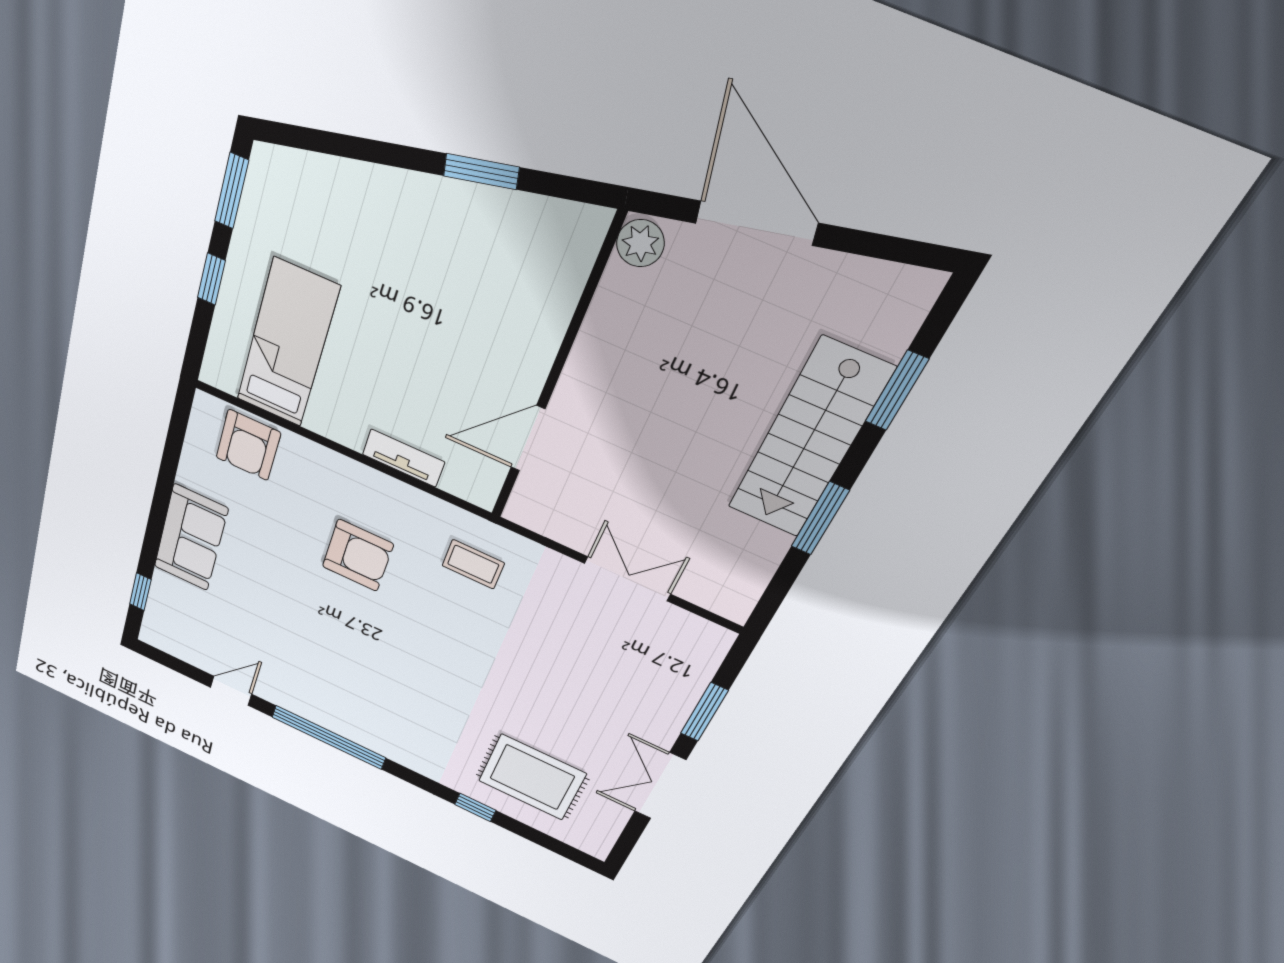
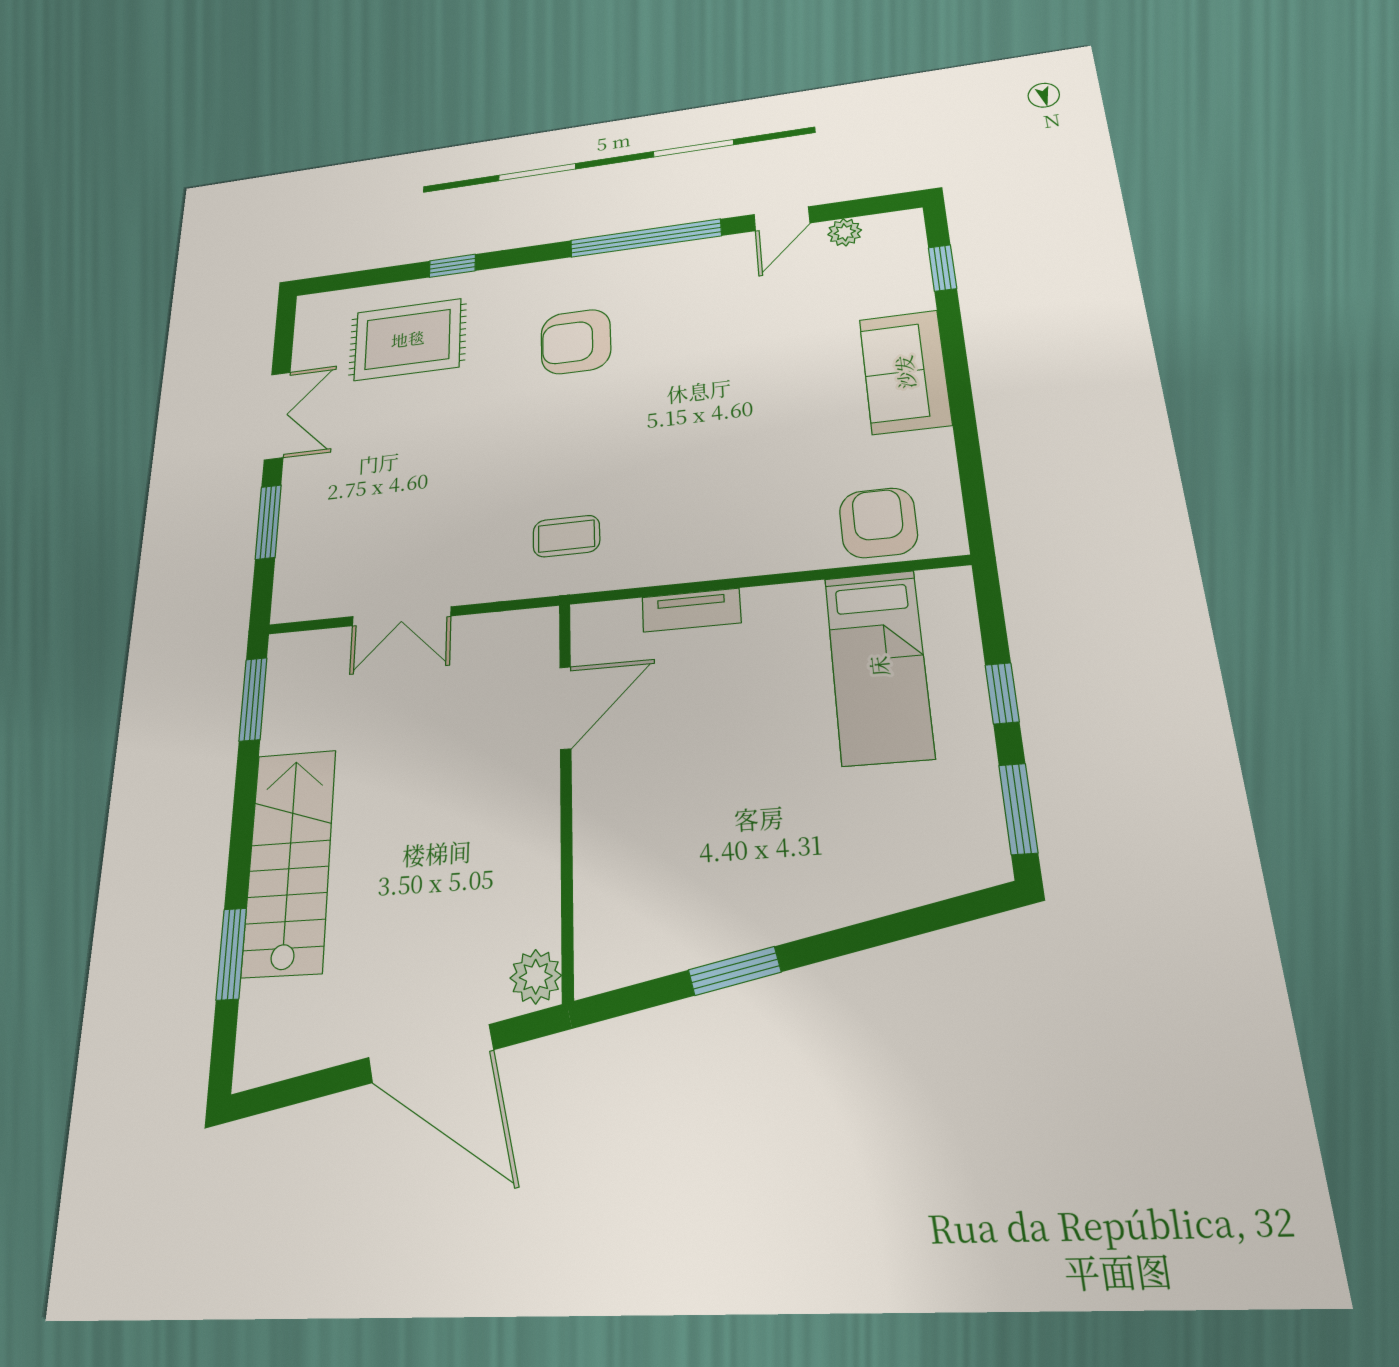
window: (820, 519) -> (253, 699), moved
armchair: (358, 555) -> (576, 342), moved
plant: (194, 655) -> (845, 232), added

